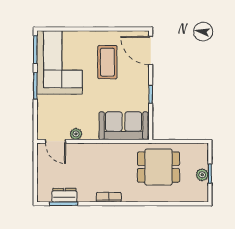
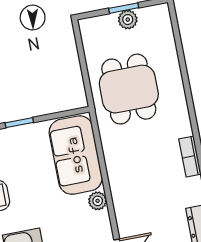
plant: (76, 134) -> (98, 201), moved

